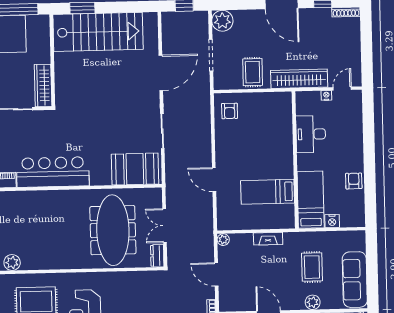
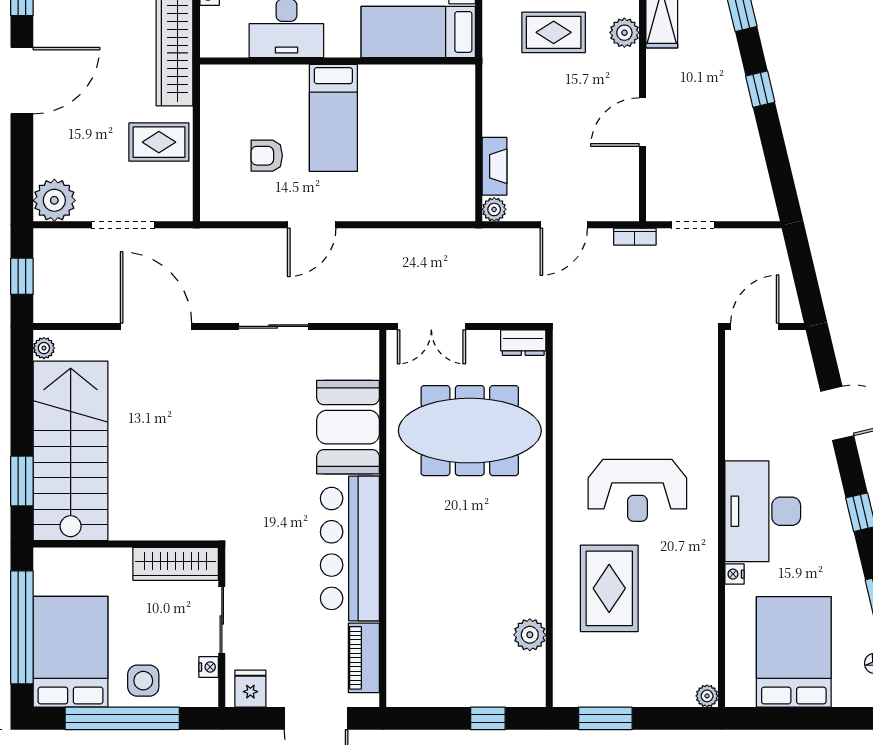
plant: (149, 17) -> (44, 348), added
armchair: (230, 111) -> (267, 156), moved, turned 180
booth: (135, 169) -> (348, 427), moved
door: (214, 180) -> (312, 225), moved
bed: (268, 192) -> (333, 118), moved
double door: (165, 226) -> (431, 326), moved
fireplace: (268, 239) -> (494, 166), moved

